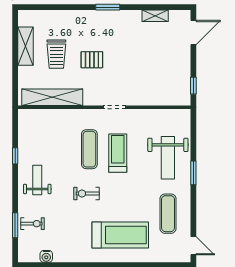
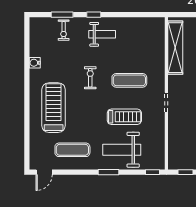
window: (193, 123) -> (153, 172), added
treadmill: (118, 153) -> (124, 117), moved
window: (15, 156) -> (94, 15), moved
treadmill: (120, 235) -> (54, 108), turned 180
water cooler: (46, 256) -> (35, 63), moved

